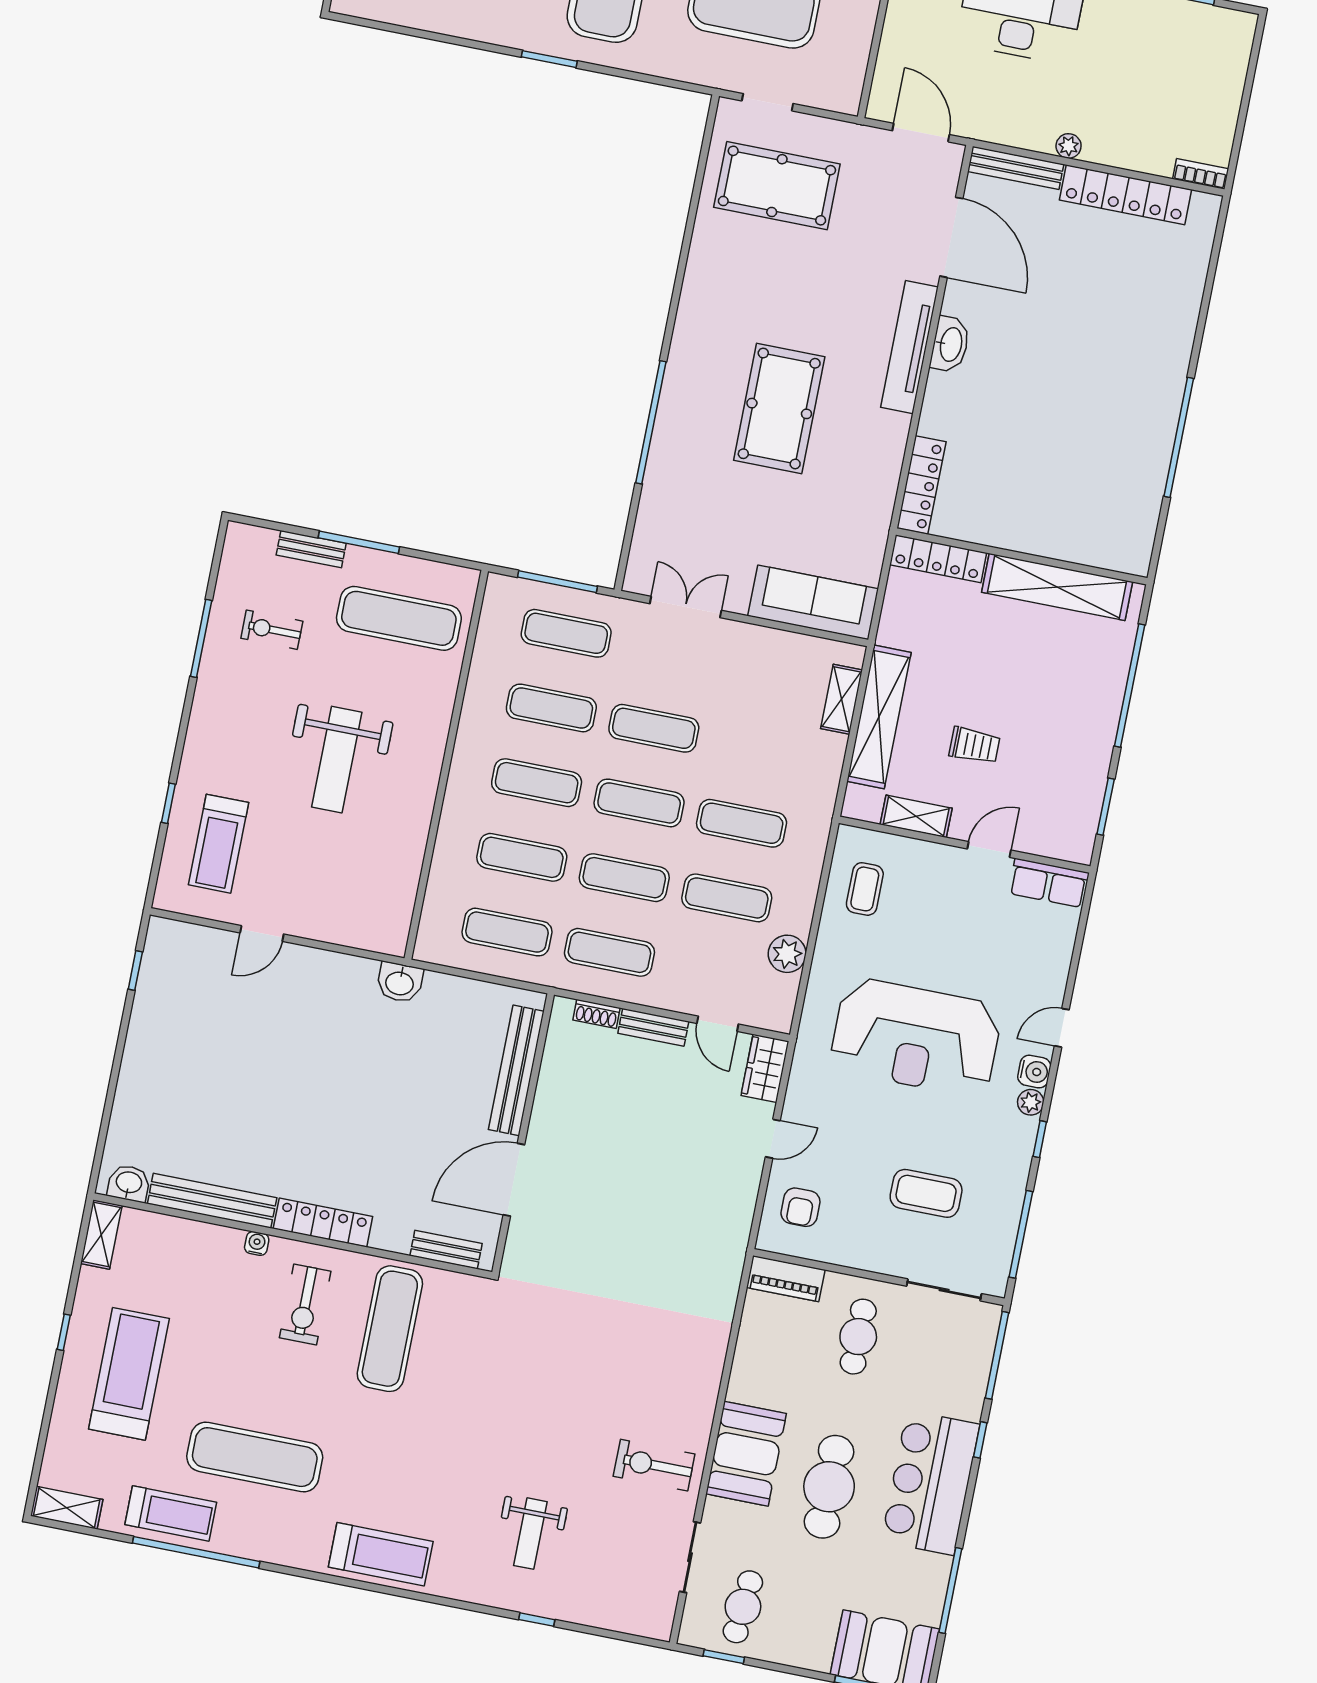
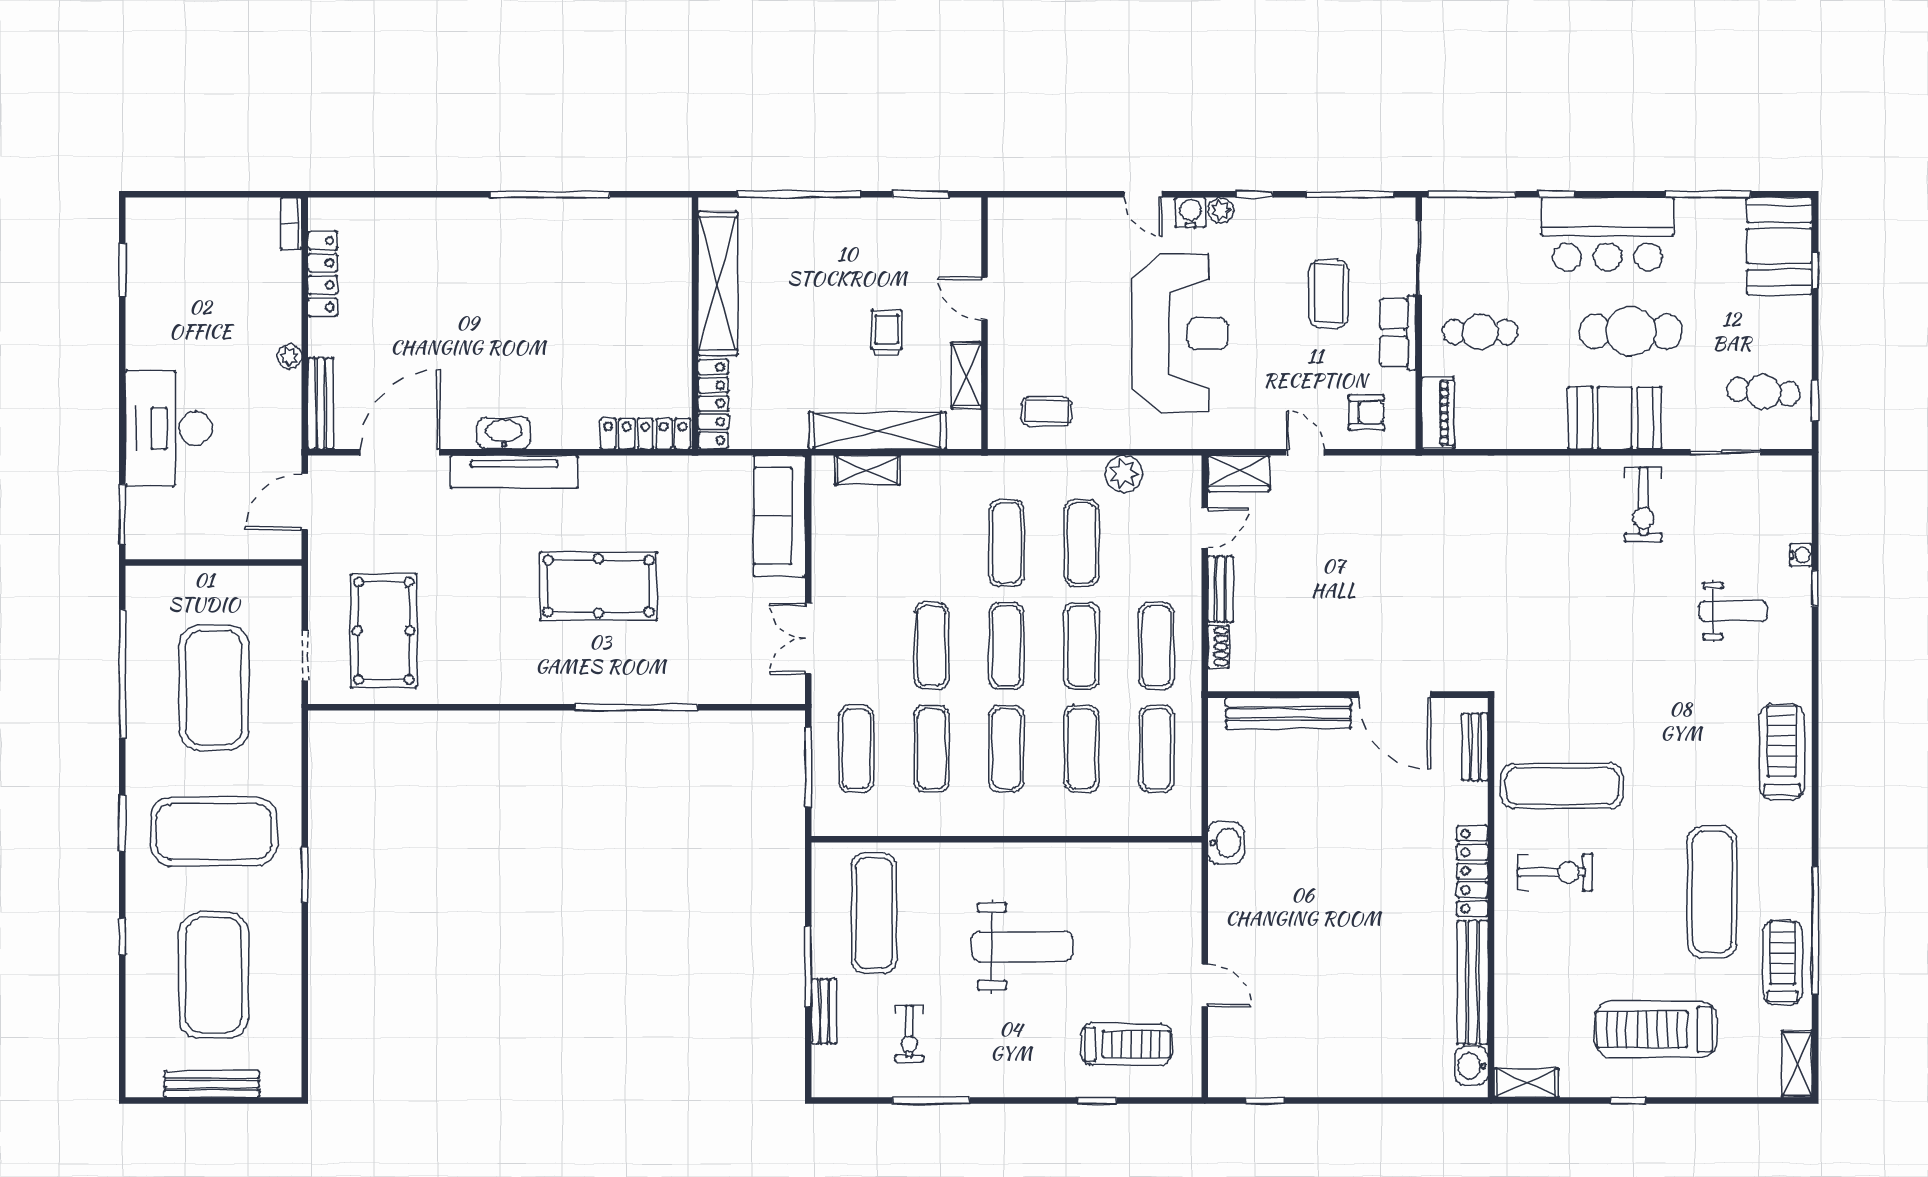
locker: (1125, 195) -> (323, 274), width x0.71, depth x0.83
row of seats: (1049, 883) -> (1398, 333), moved, turned 180
water cooler: (257, 1243) -> (1801, 555), moved, turned 180

